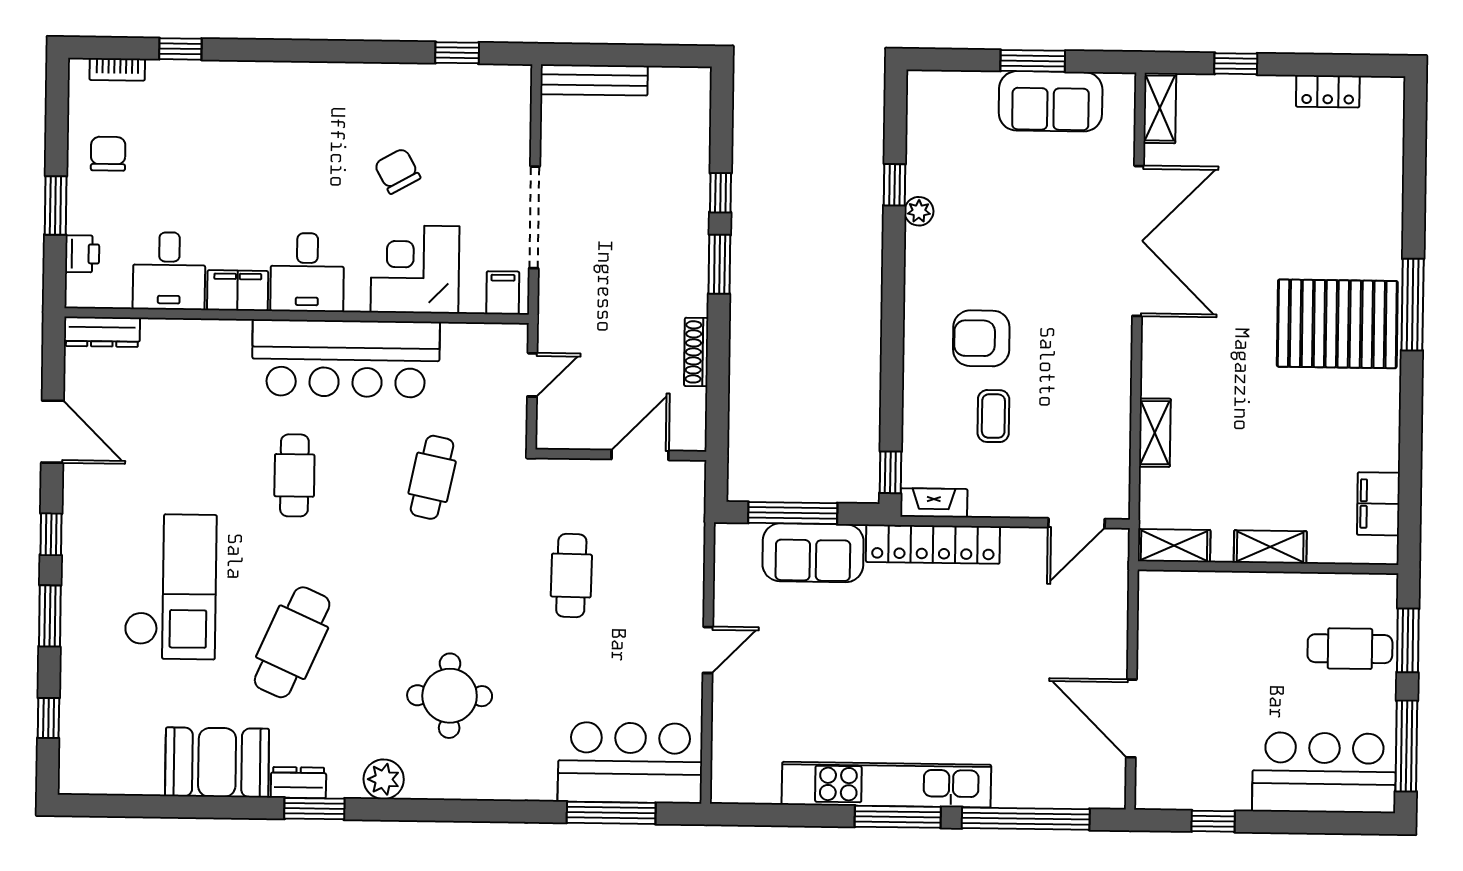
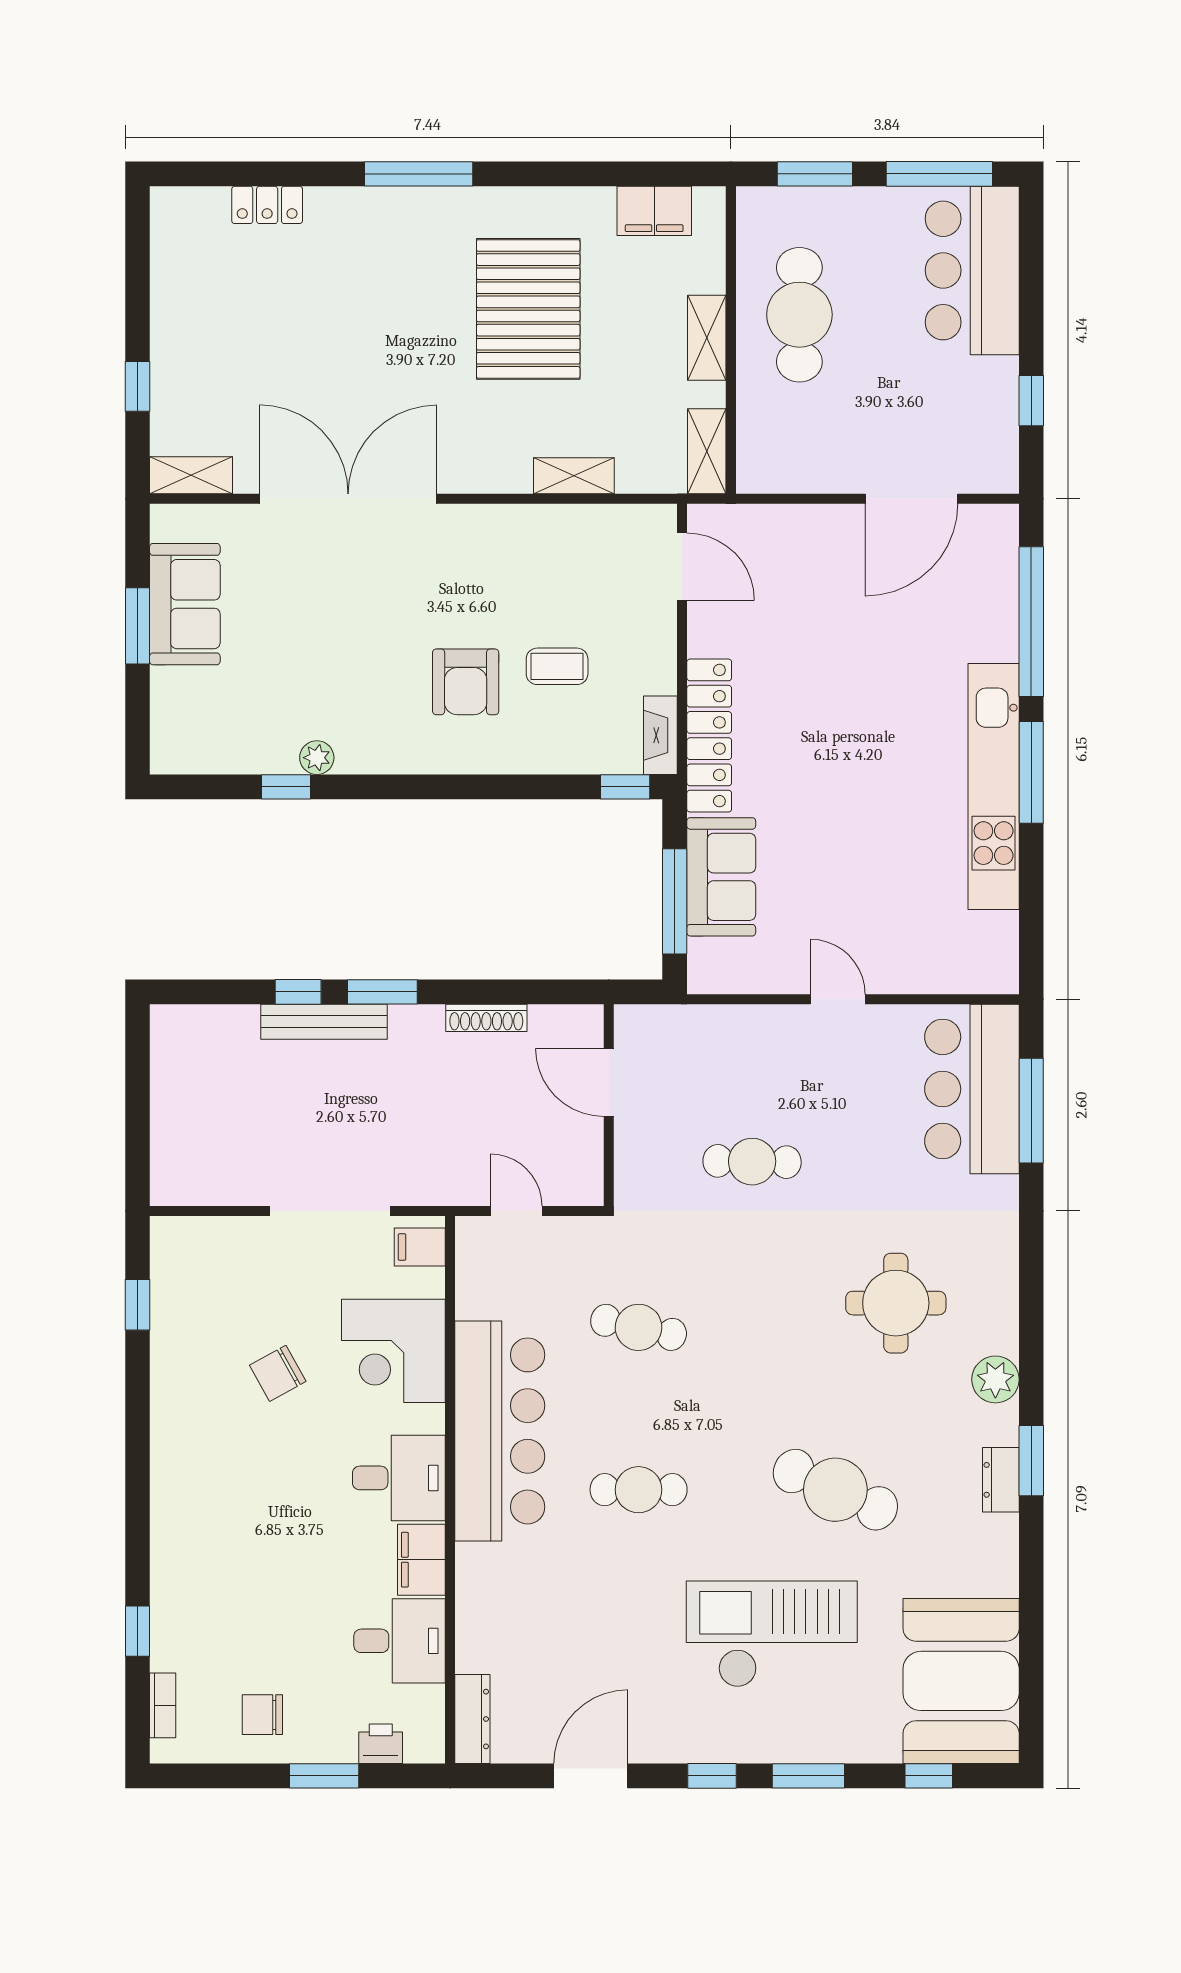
bench: (594, 80) -> (324, 1022), moved, turned 90
locker: (1328, 91) -> (267, 205), moved, turned 90
pallet: (1337, 324) -> (528, 309), moved
cafe table: (1350, 649) -> (799, 315), moved, width x1.37, depth x1.35
booth: (217, 762) -> (961, 1681), moved, width x1.36, depth x1.42

